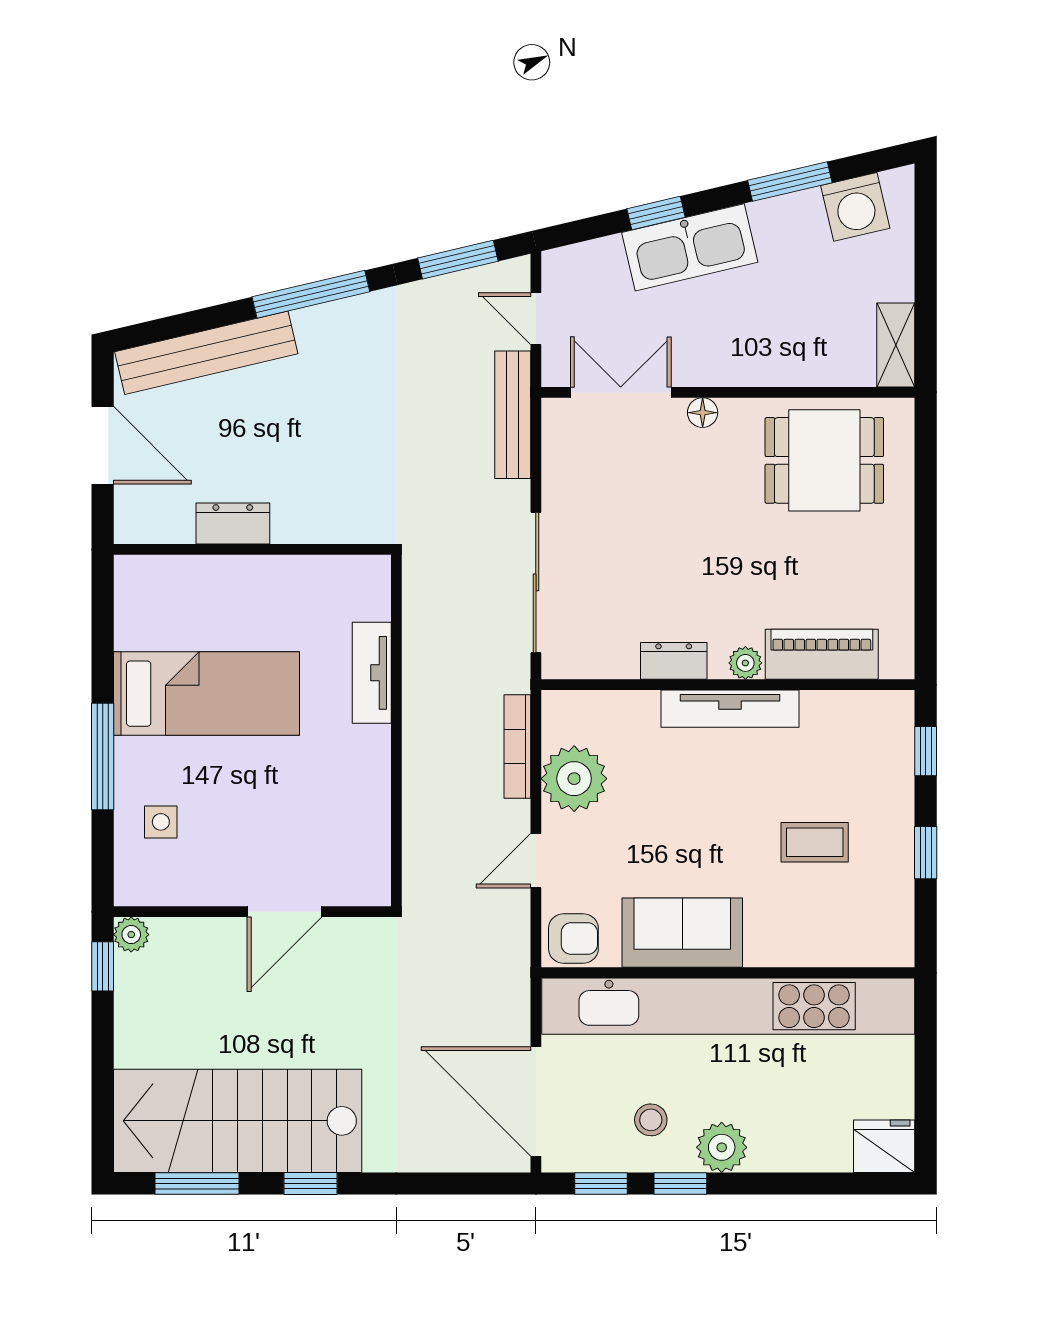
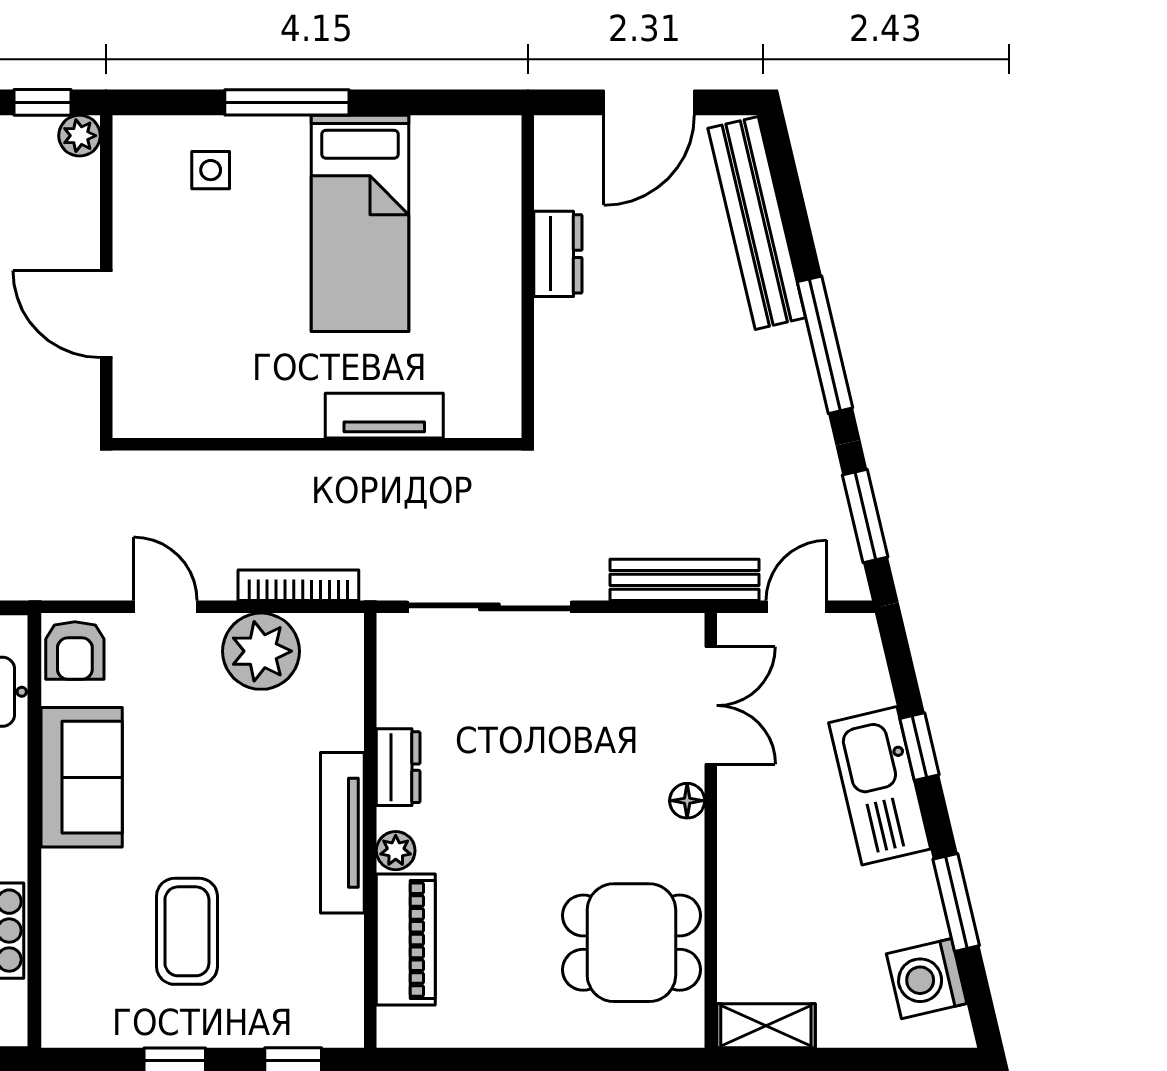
dining table: (824, 460) -> (631, 943), turned 90
coffee table: (815, 842) -> (187, 931), width x1.36, depth x1.30

